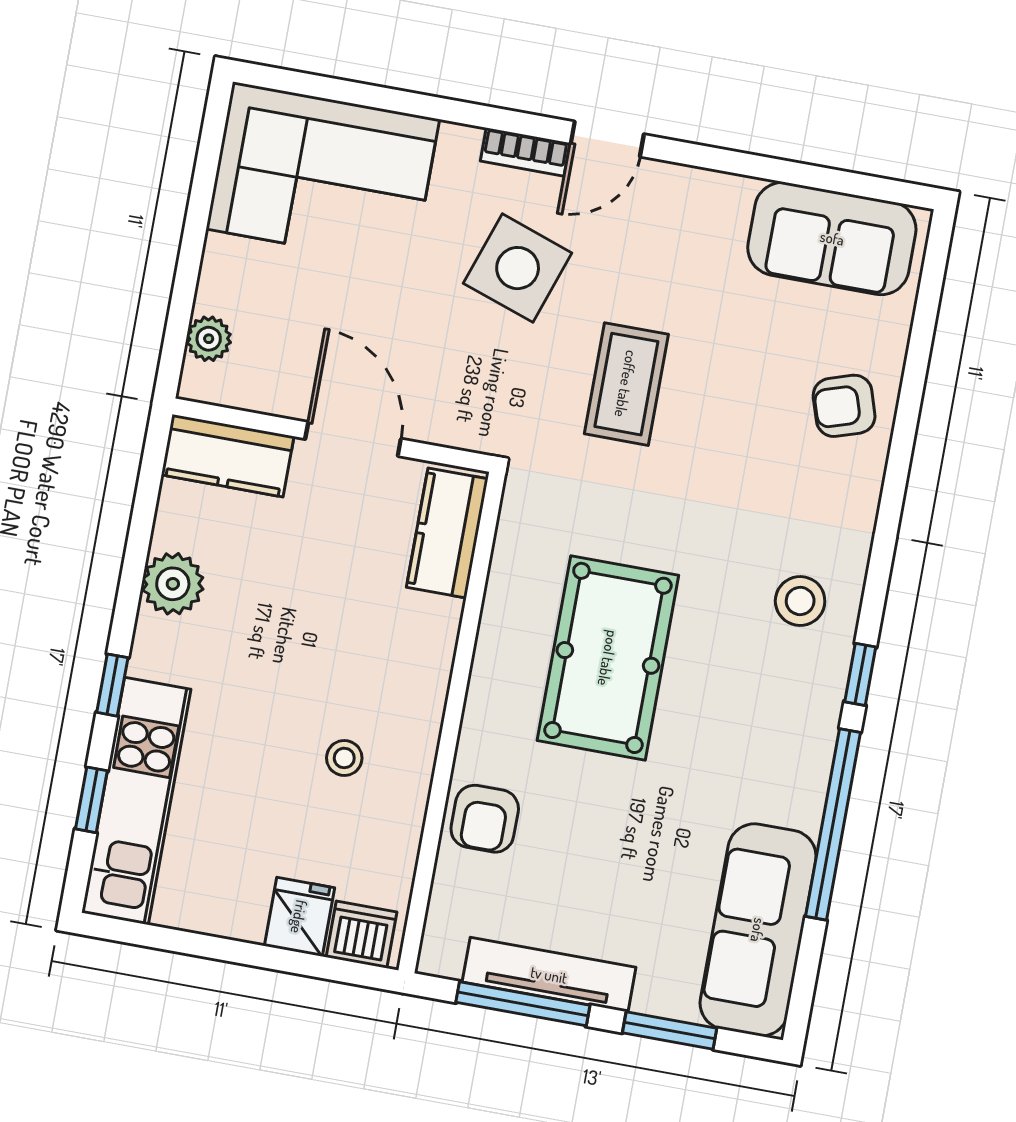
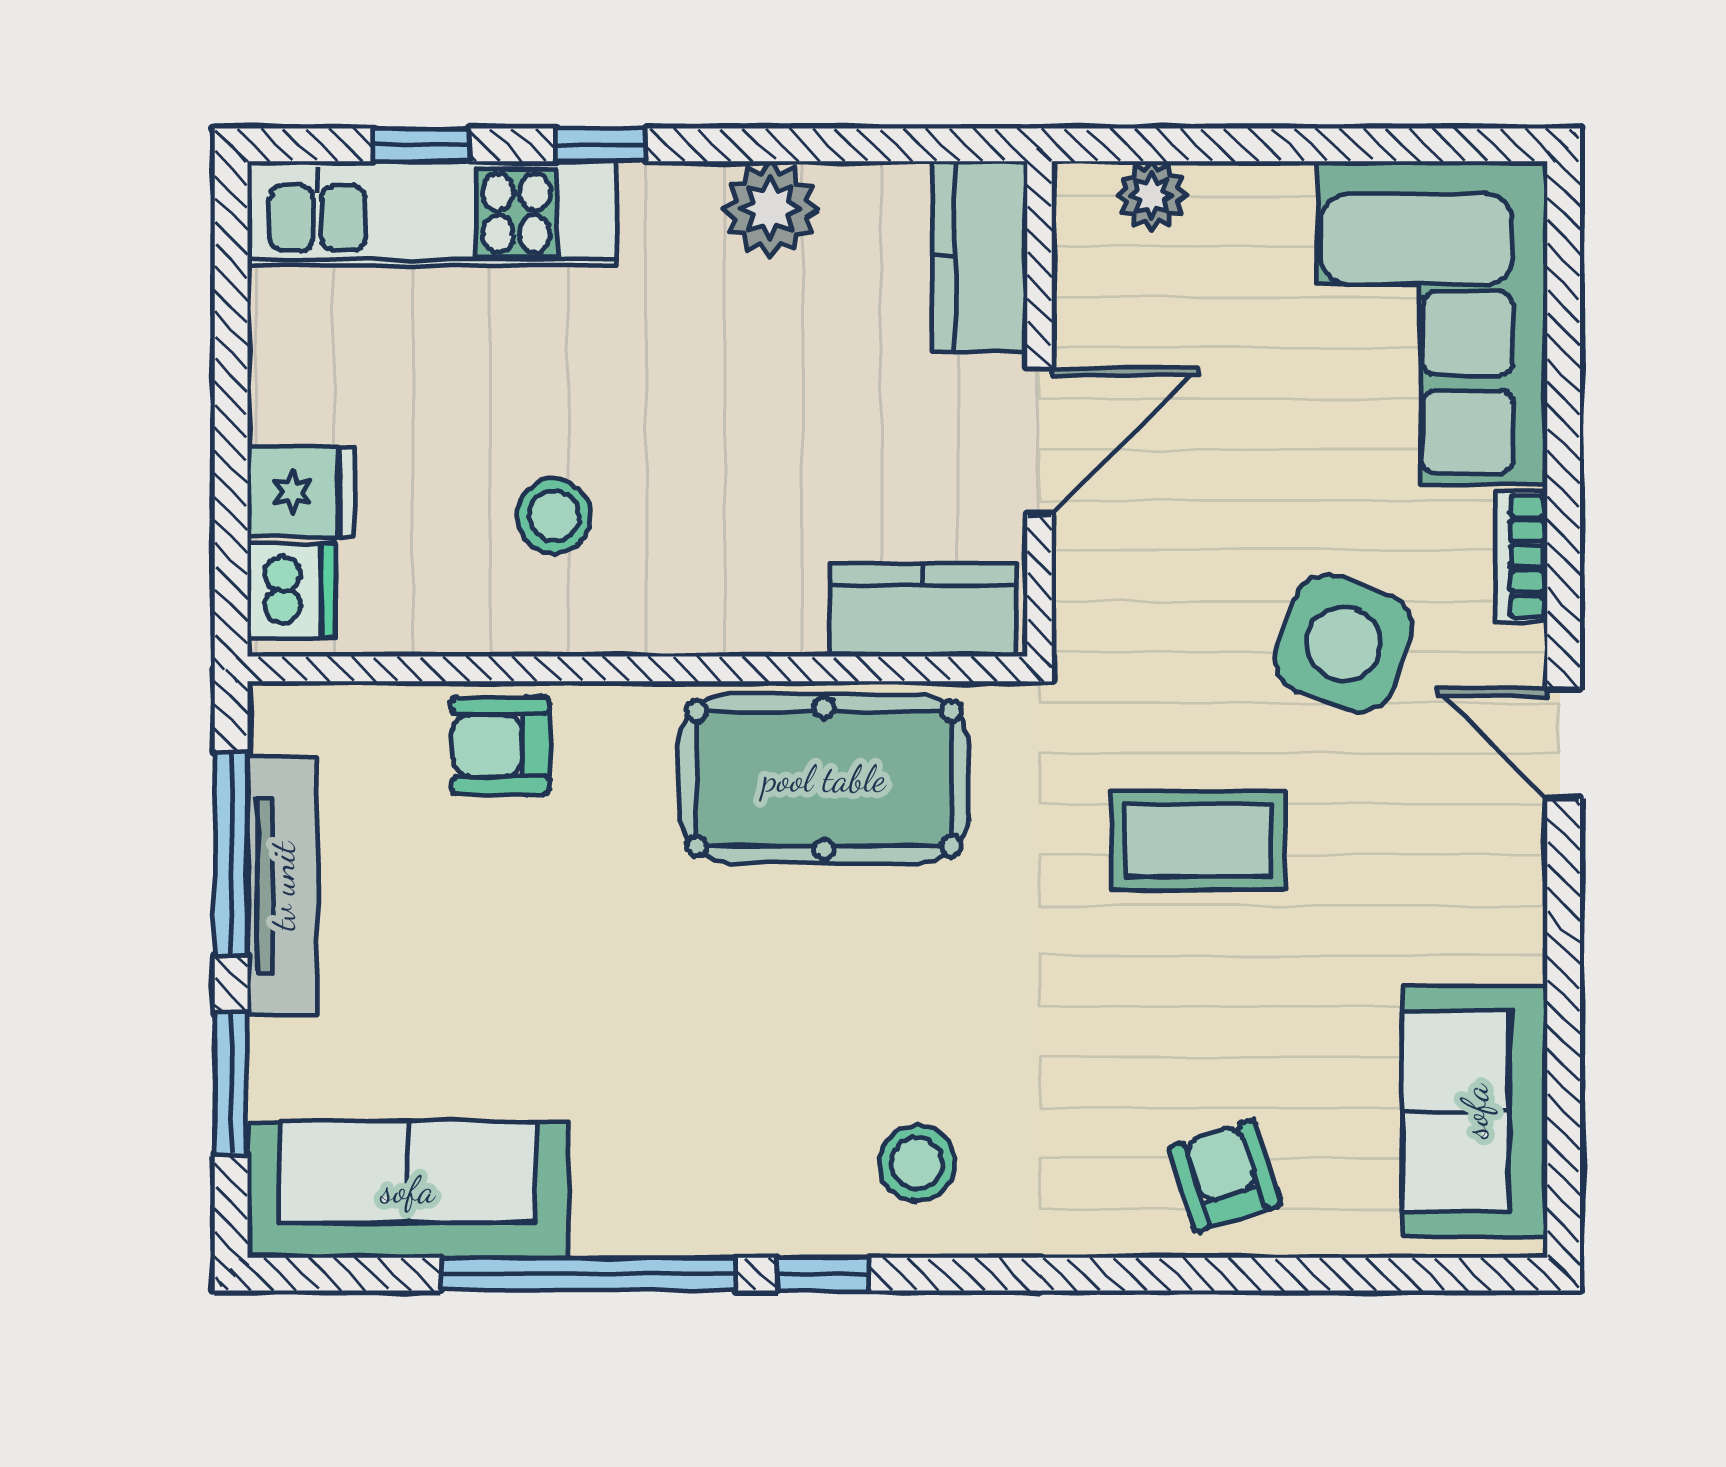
bookcase: (525, 152) -> (1521, 556), moved
pool table: (608, 658) -> (824, 779), moved
stool: (344, 758) -> (554, 516), width x1.37, depth x1.37

